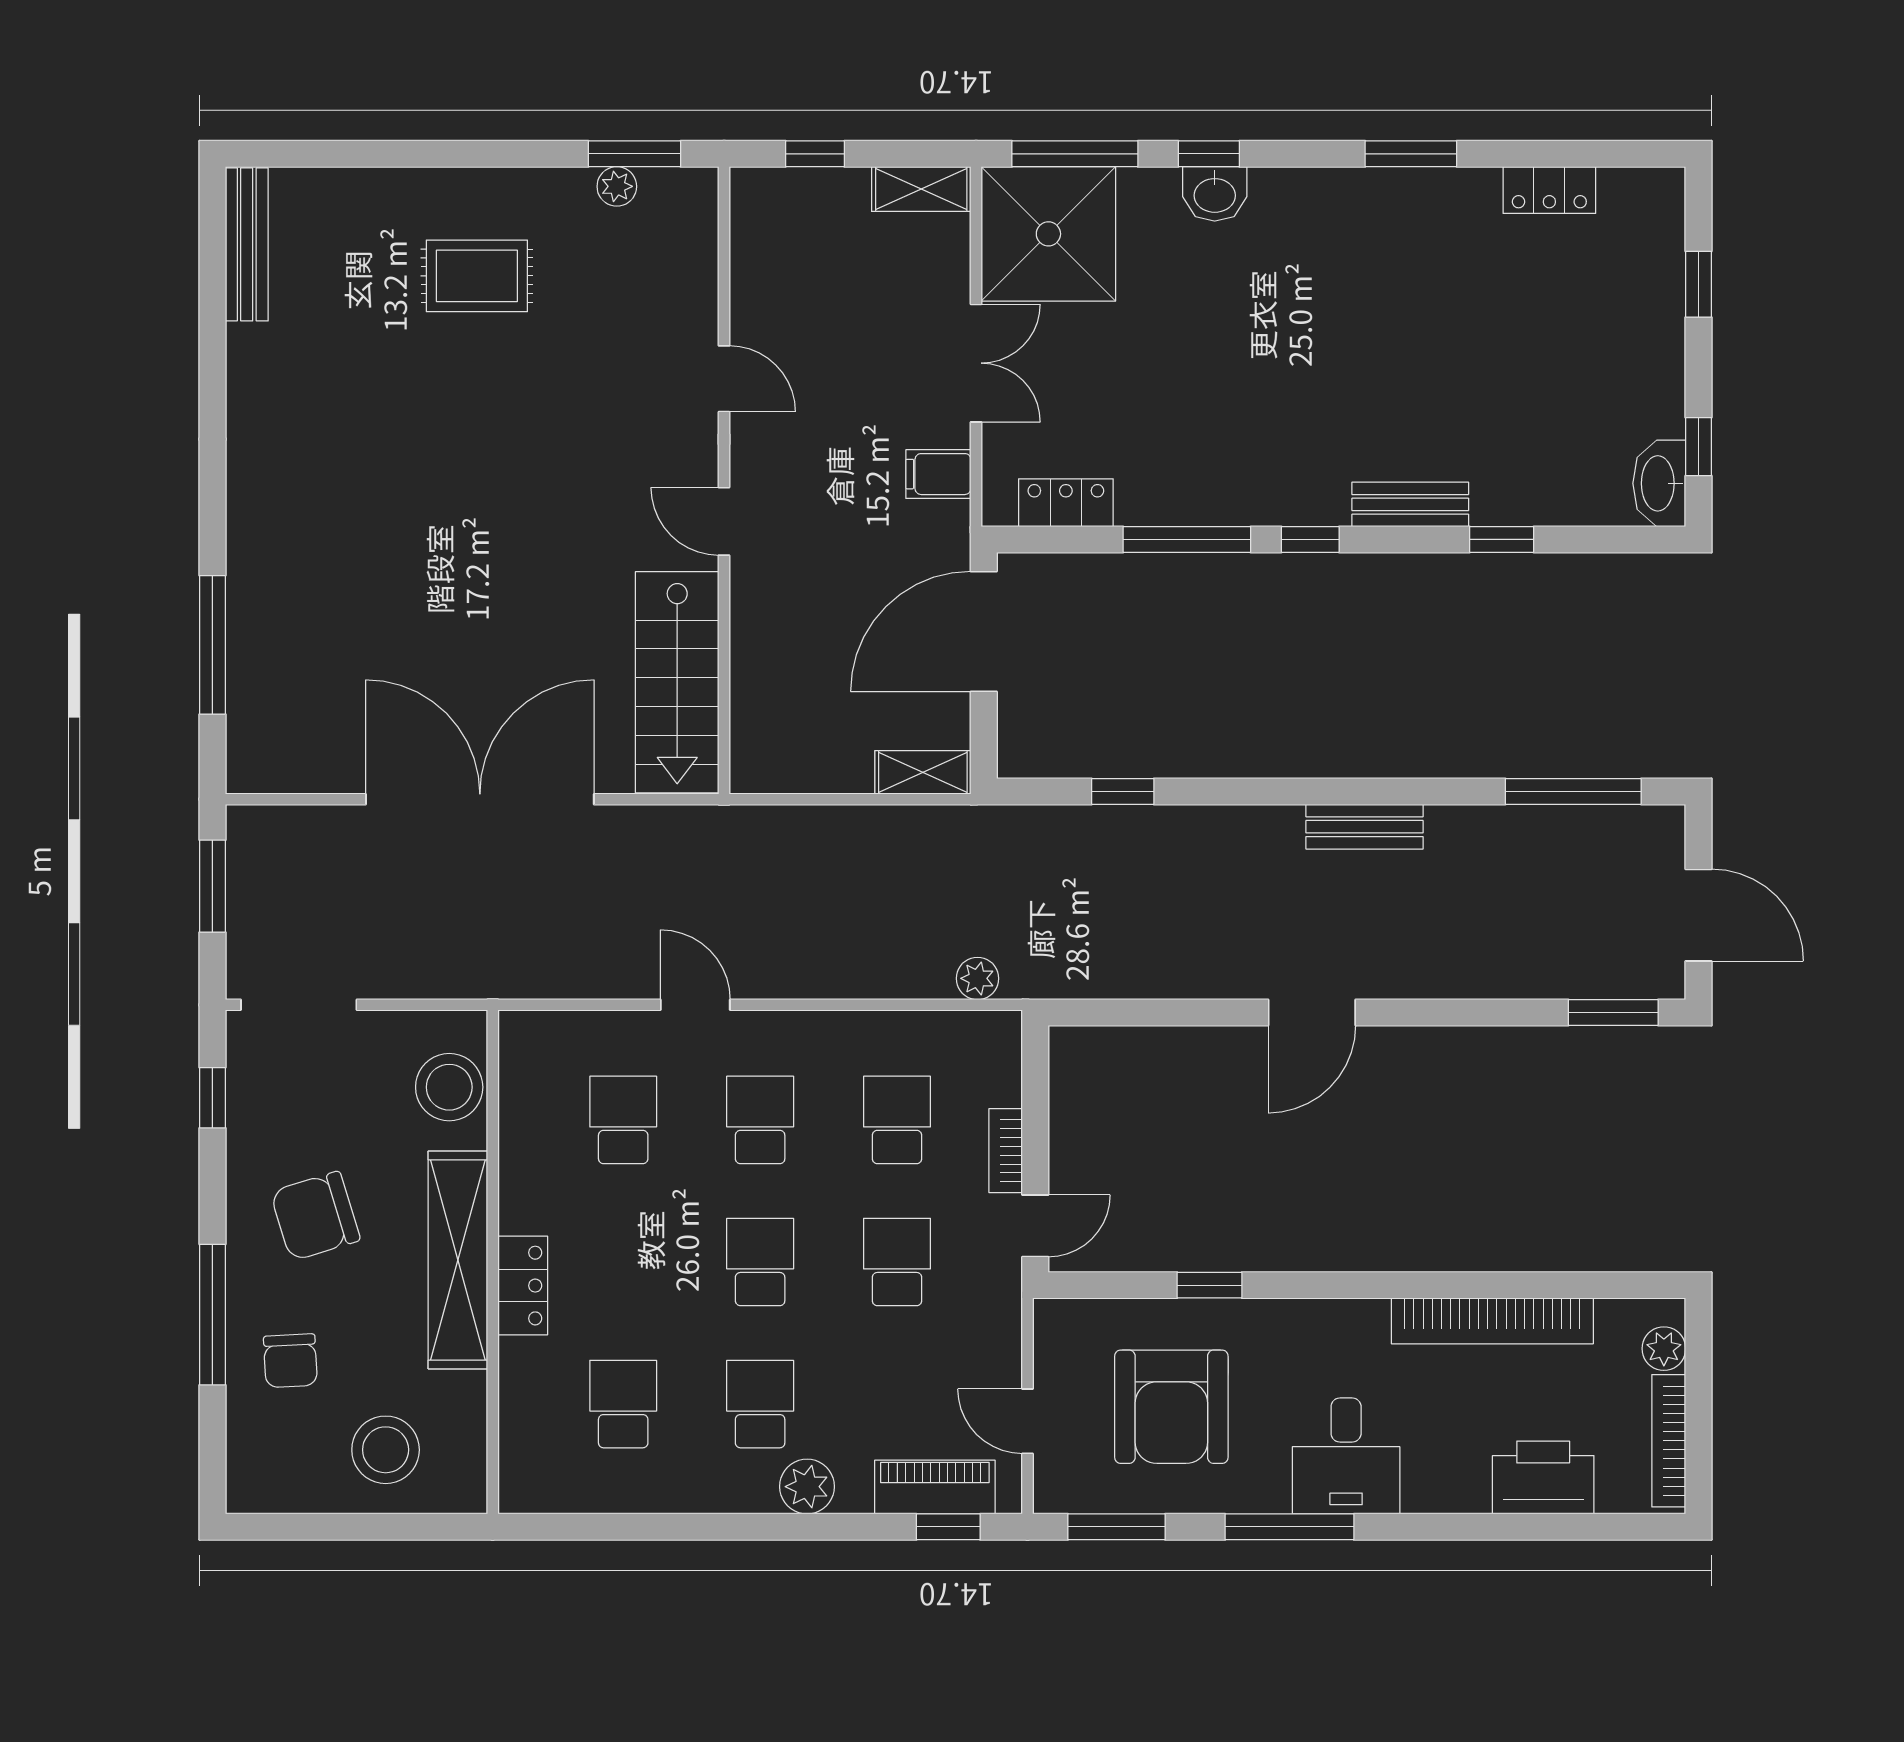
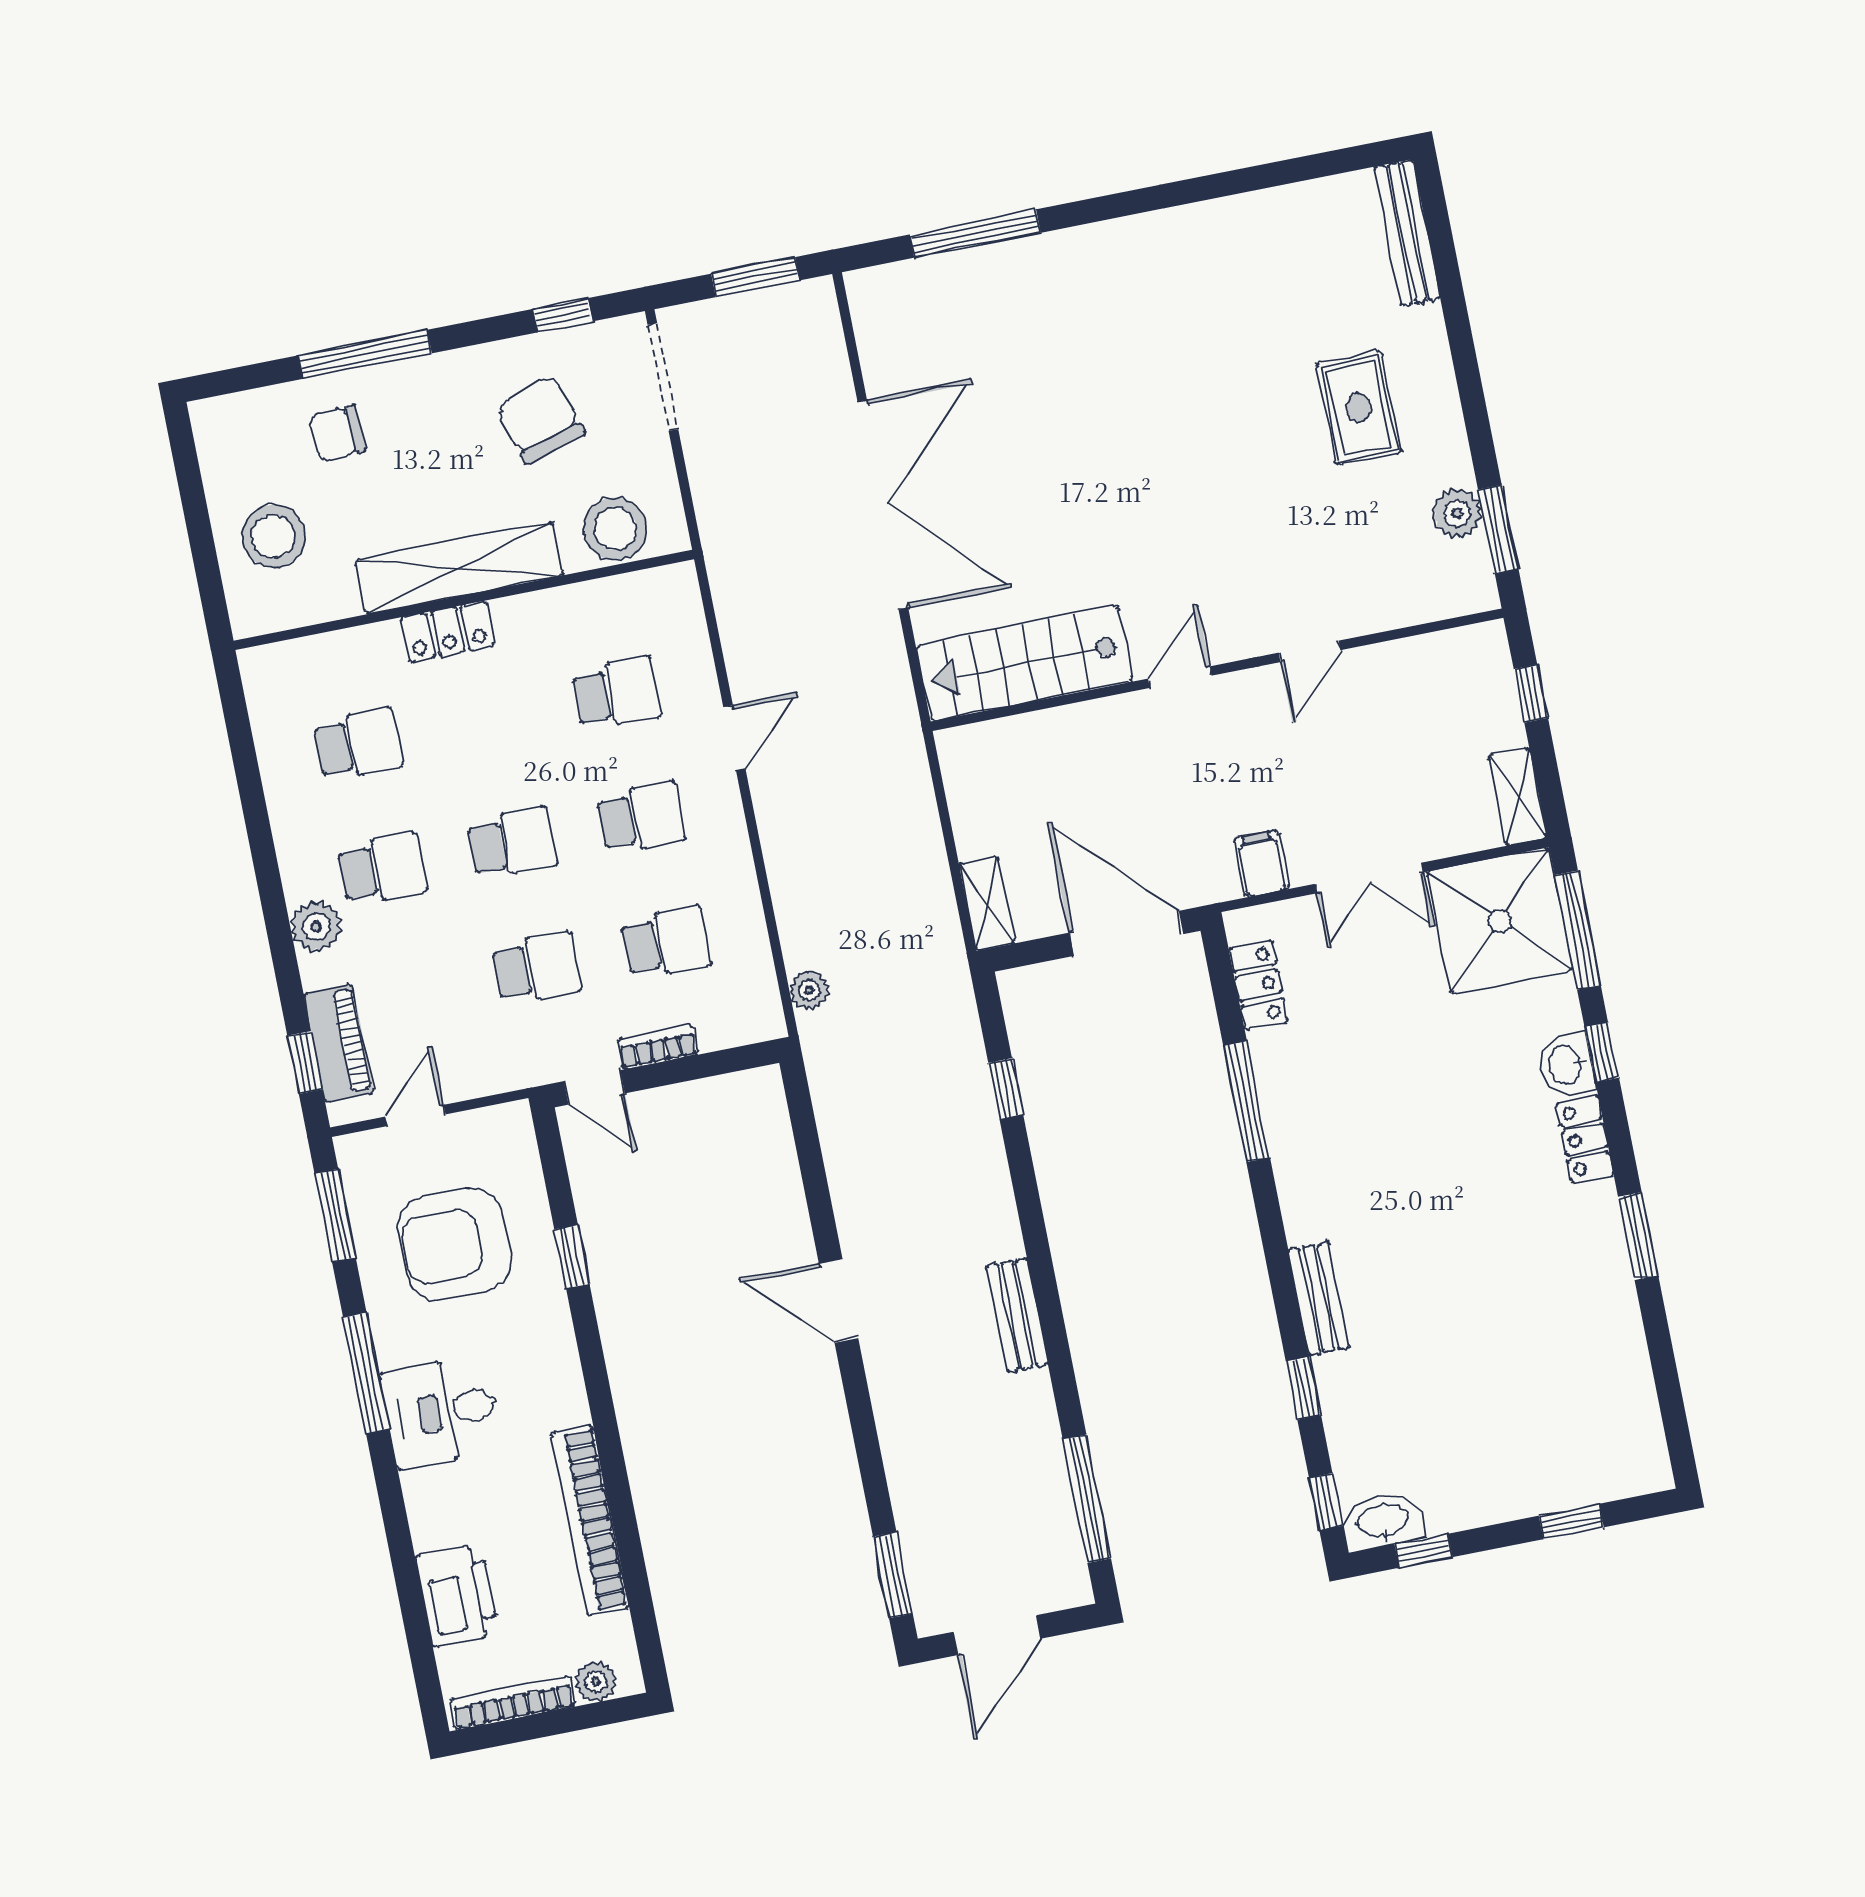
plant: (617, 186) -> (1457, 514), width x1.38, depth x1.38
locker: (1549, 190) -> (1585, 1139), moved
bench: (247, 244) -> (1407, 233), moved, turned 90
window: (1310, 539) -> (1326, 1502), moved
chair: (315, 1216) -> (540, 420), moved

